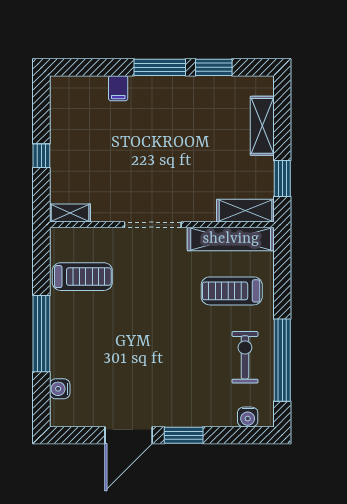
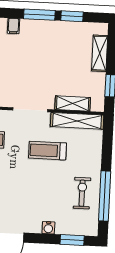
shelving: (245, 211) -> (73, 103), moved
treadmill: (232, 291) -> (47, 151), moved
water cooler: (248, 417) -> (48, 228), moved
window: (184, 435) -> (72, 240), moved

